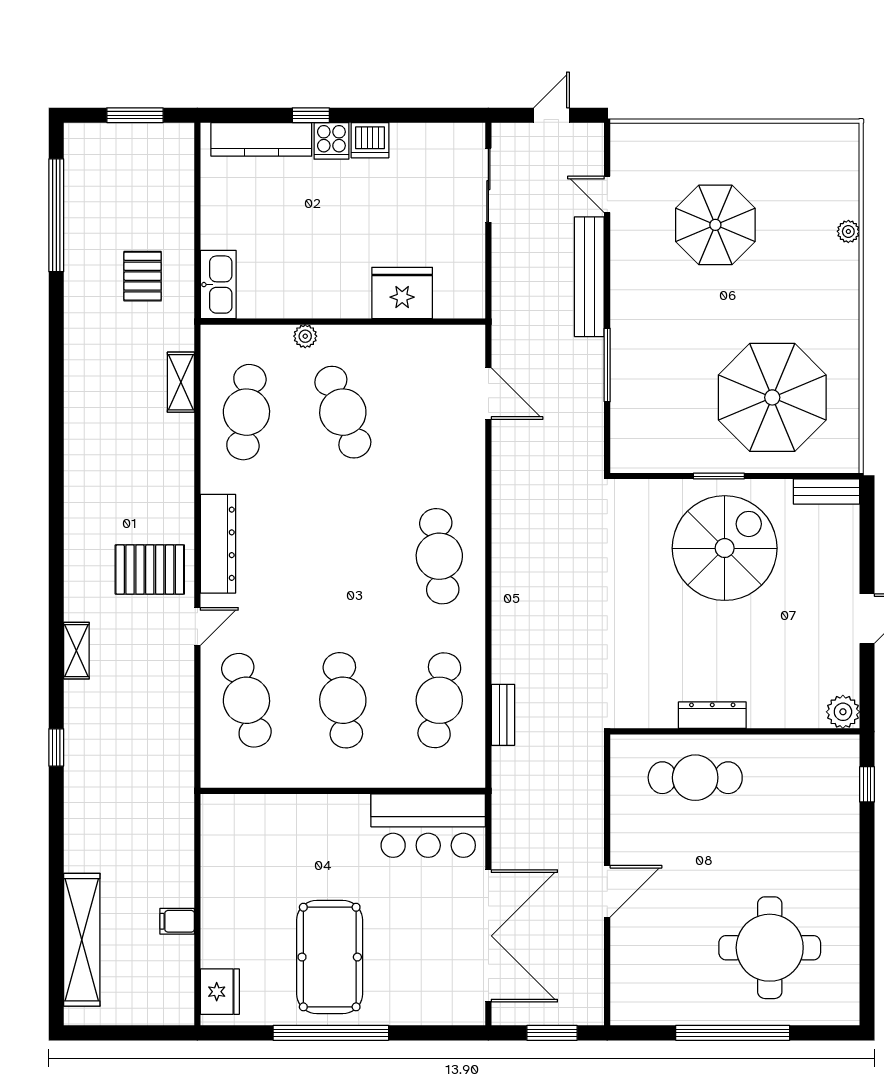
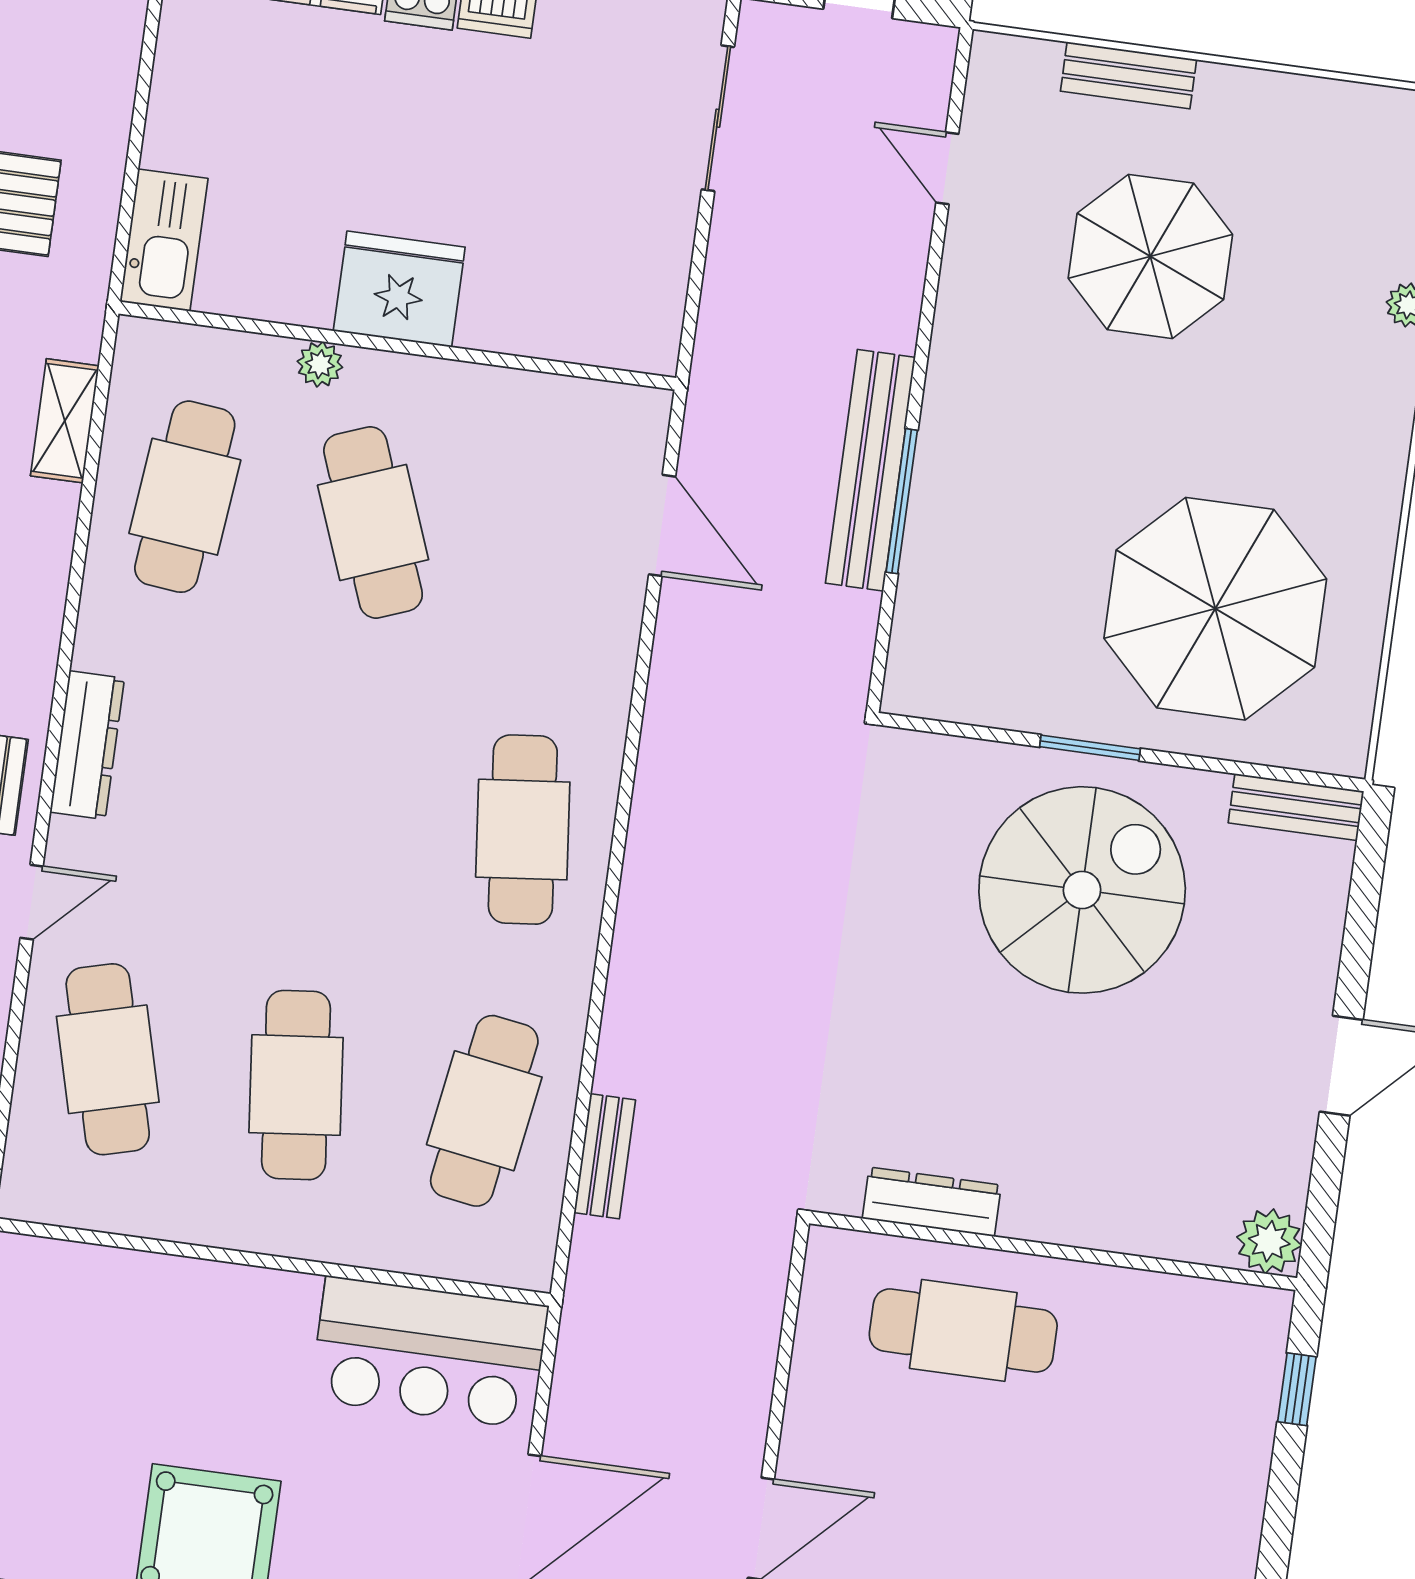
bench: (692, 135) -> (1129, 75), added
bench: (589, 277) -> (870, 470), moved
fridge: (402, 293) -> (399, 289), moved
dresser: (218, 544) -> (87, 745), width x0.73, depth x0.80
dresser: (712, 715) -> (932, 1202), moved

